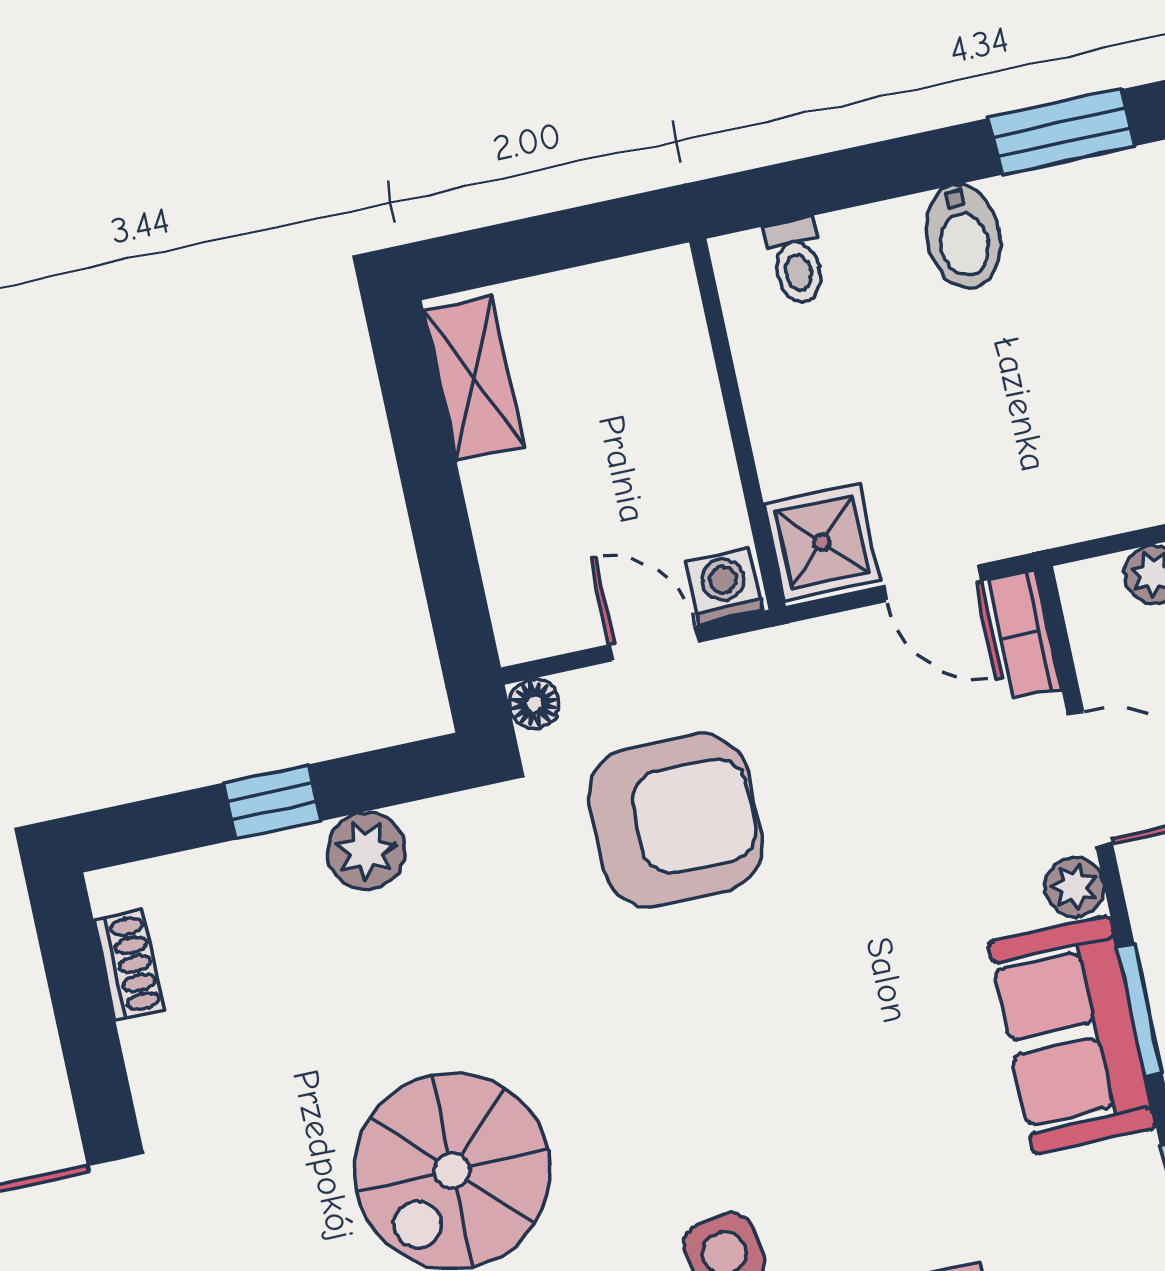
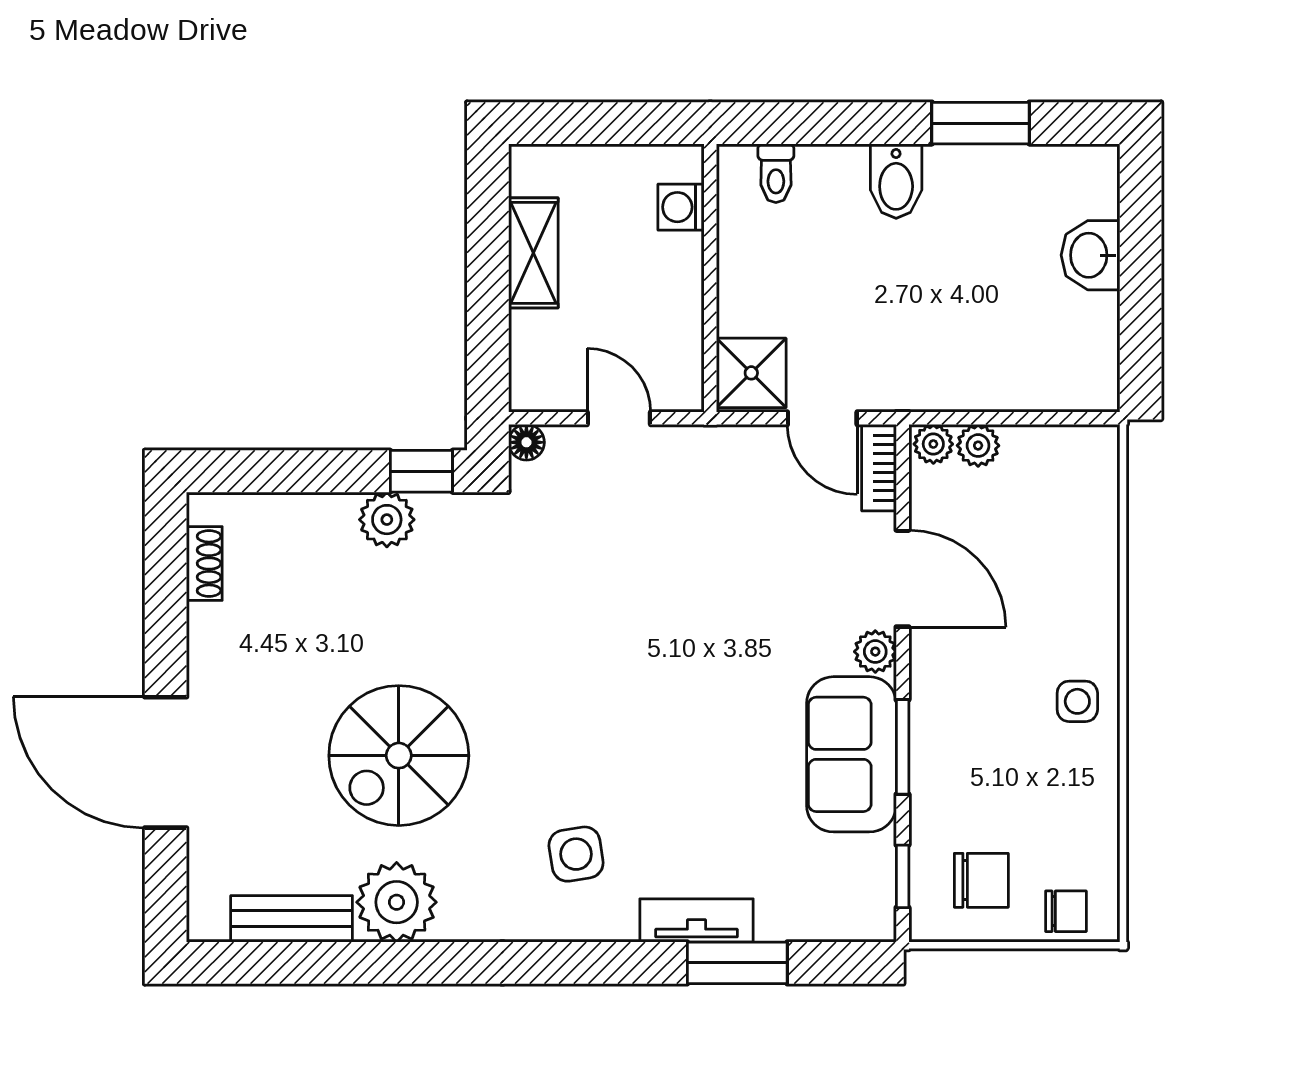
shelving: (474, 378) -> (533, 253), moved
washing machine: (724, 586) -> (681, 207), moved, turned -90
plant: (1092, 586) -> (933, 444), added
window: (272, 802) -> (421, 471), moved
armchair: (675, 820) -> (607, 545), removed

